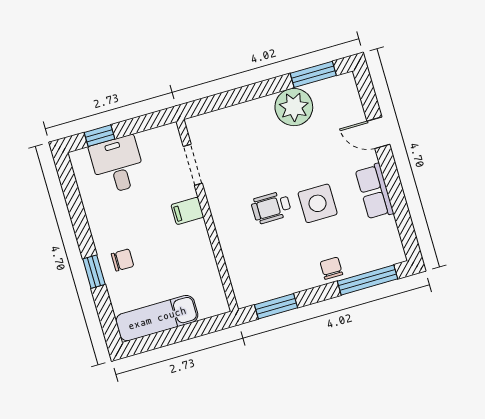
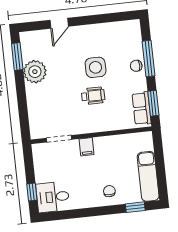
desk: (118, 165) -> (53, 197), moved
row of seats: (374, 191) -> (142, 108), moved, turned 90
wheelchair: (271, 207) -> (93, 96), turned -90
window: (94, 272) -> (135, 207), moved
window: (368, 280) -> (148, 59), moved

